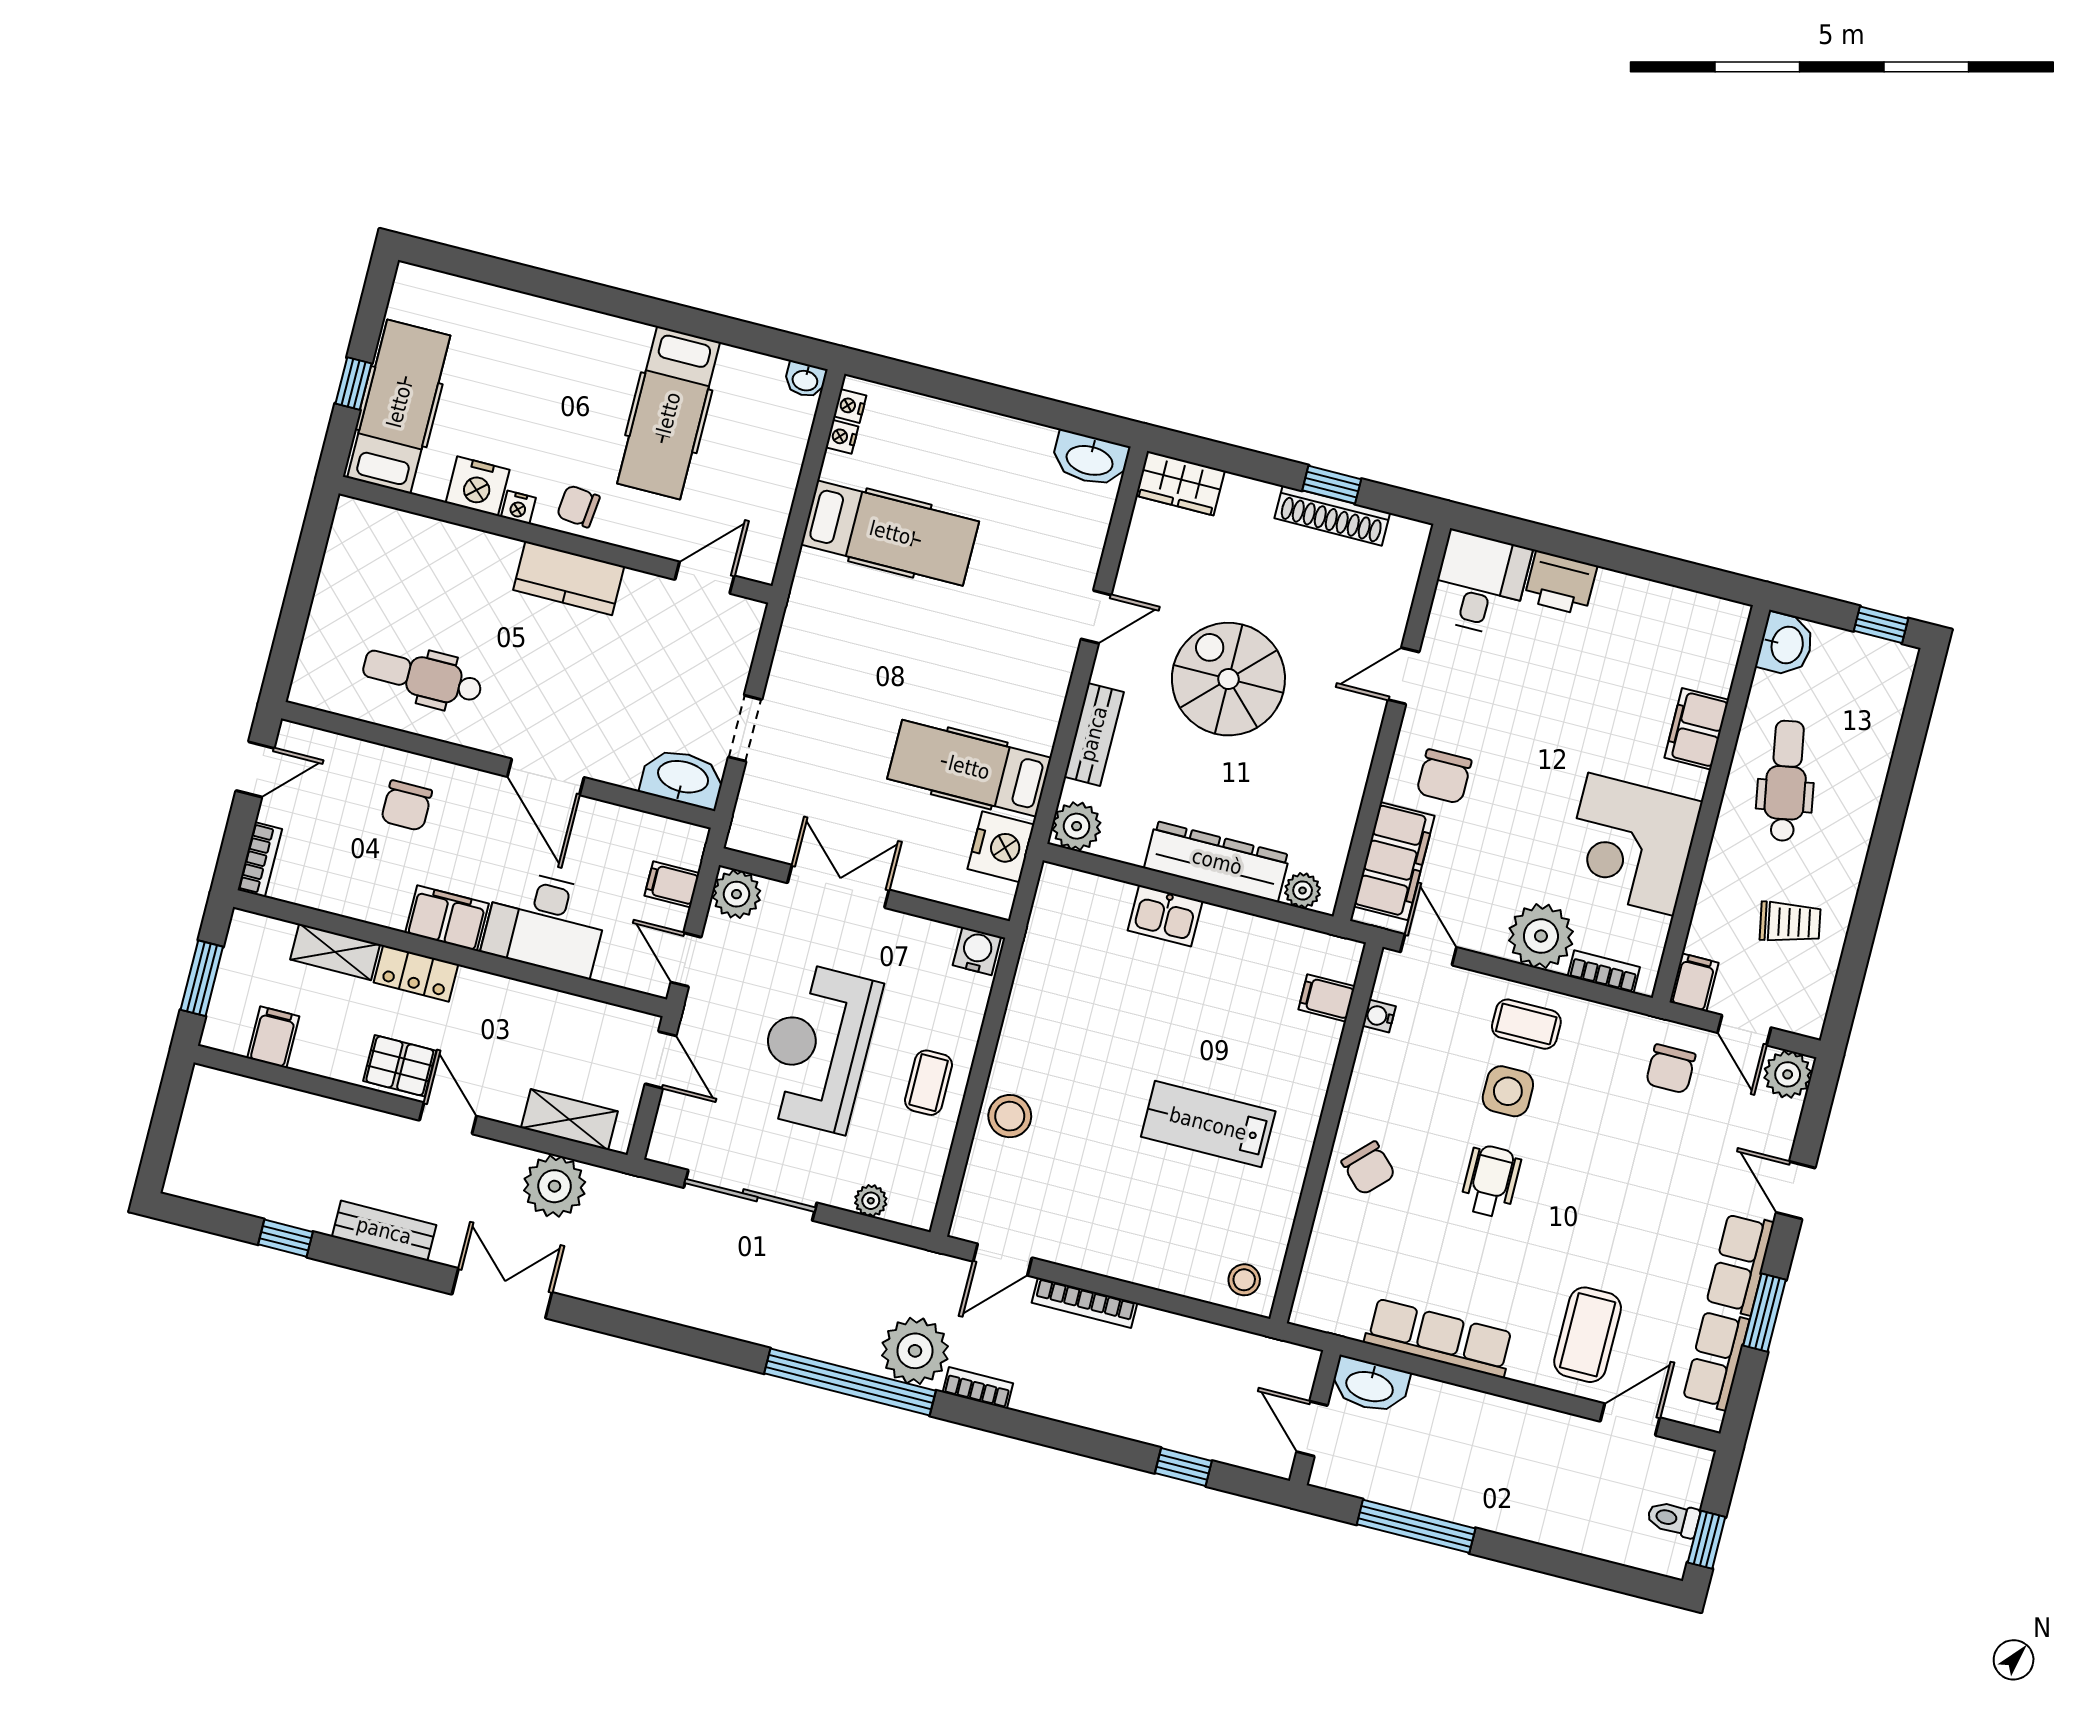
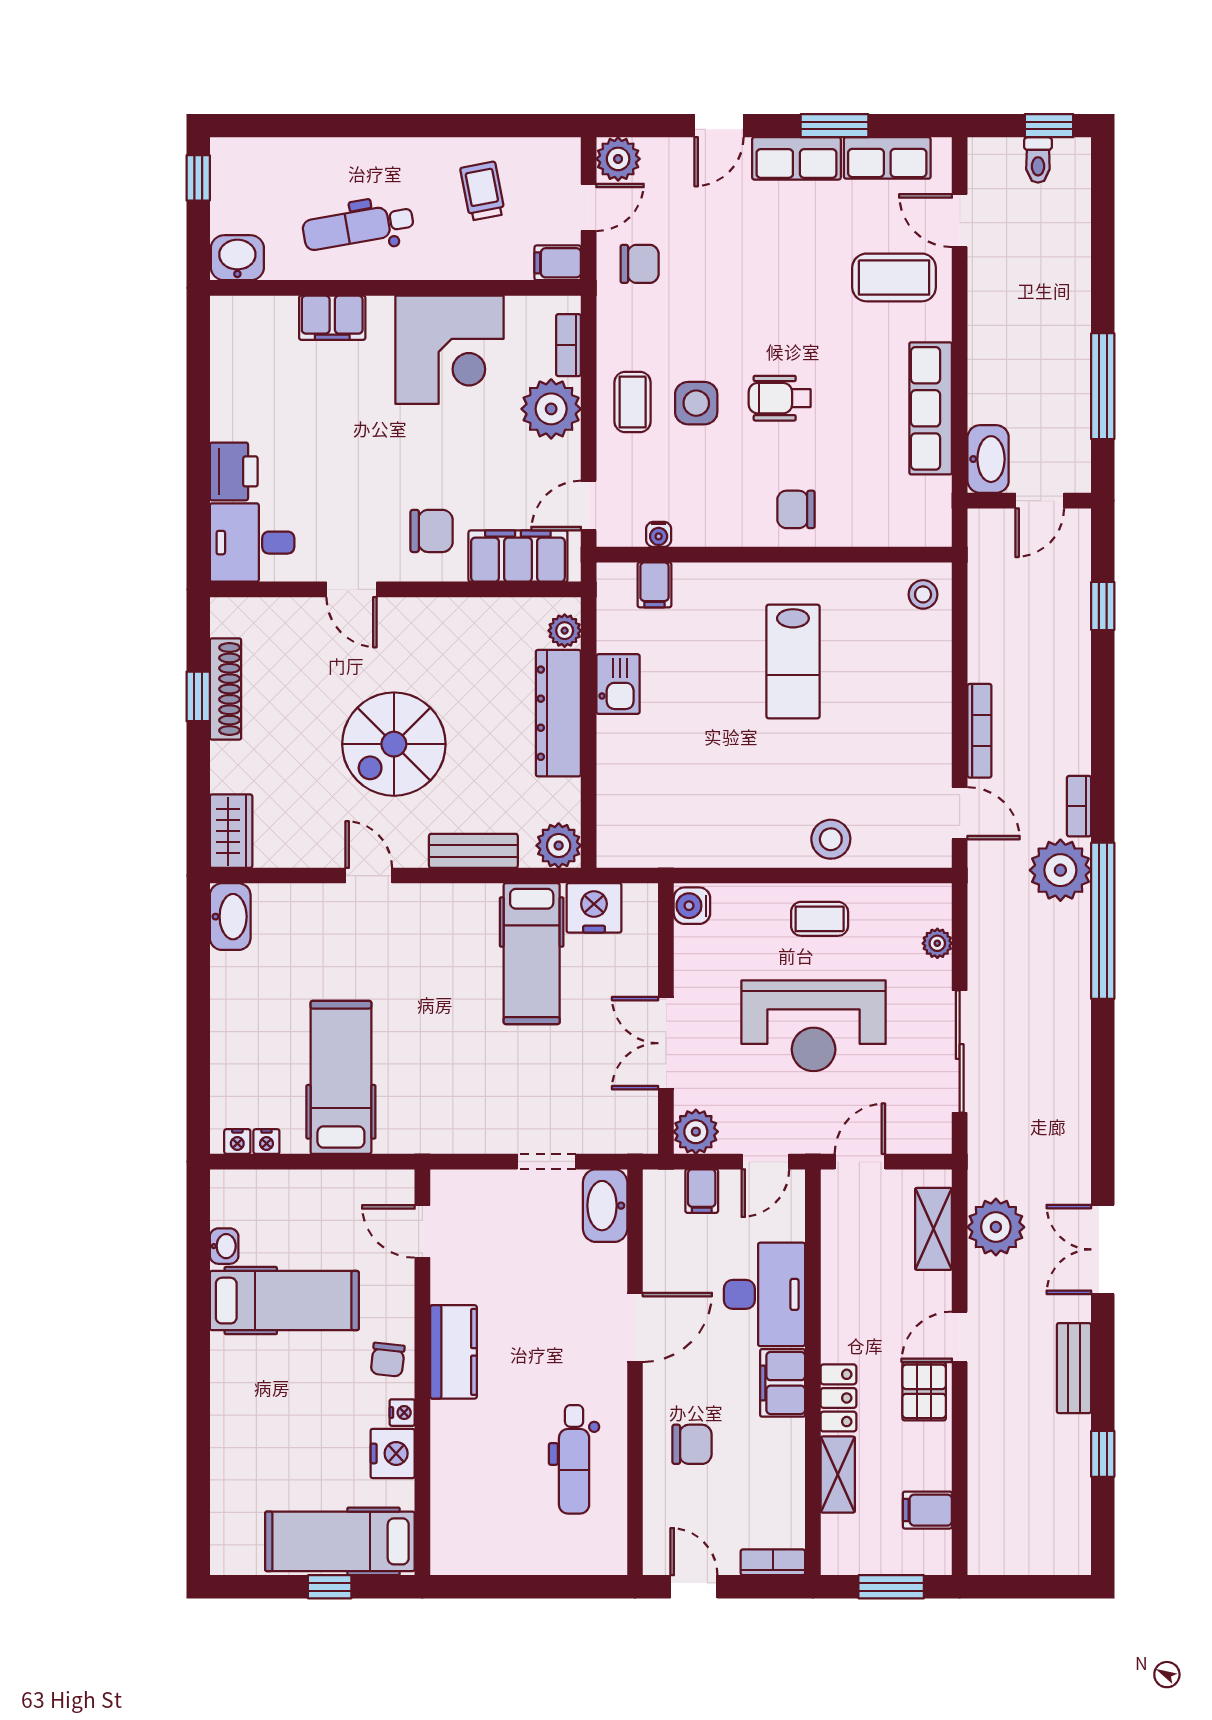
washbasin: (805, 380) -> (224, 1246), moved
kitchen sink: (1165, 916) -> (618, 684), moved
chair: (1368, 1168) -> (796, 509), turned -135

